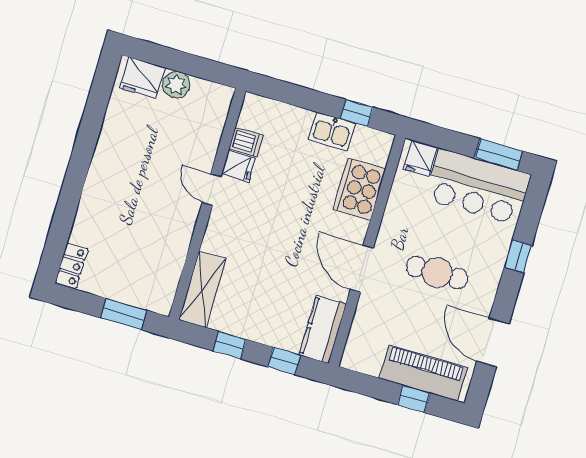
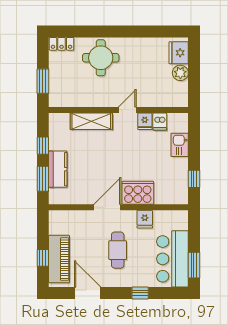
kitchen sink: (332, 131) -> (180, 145), moved
fridge: (420, 158) -> (145, 219), moved, turned -90
cooker: (359, 189) -> (138, 193), moved
round table: (113, 208) -> (101, 58), added
shelving: (203, 289) -> (91, 121), moved
kitchen counter: (323, 329) -> (58, 169), moved, turned 90
door: (493, 342) -> (88, 293), hinge flipped
window: (284, 361) -> (43, 179), width x1.50

